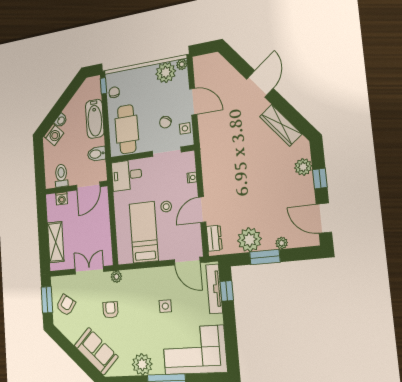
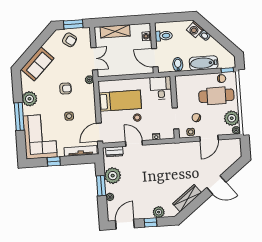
cafe table: (127, 129) -> (216, 96), moved
window: (227, 291) -> (54, 161), moved
armchair: (110, 310) -> (65, 89), moved

